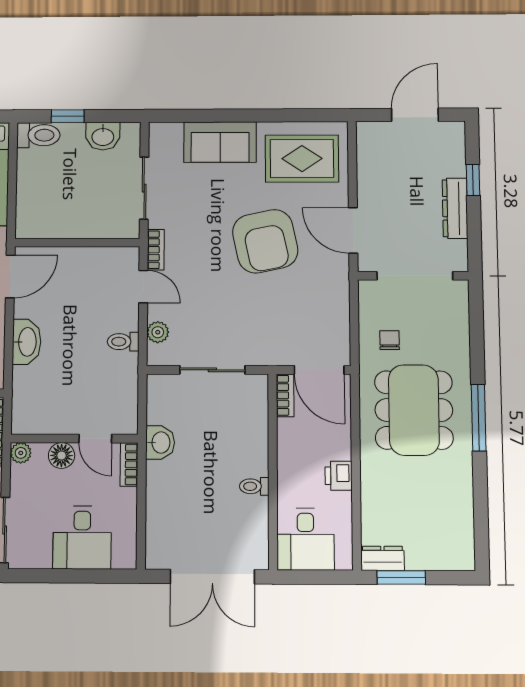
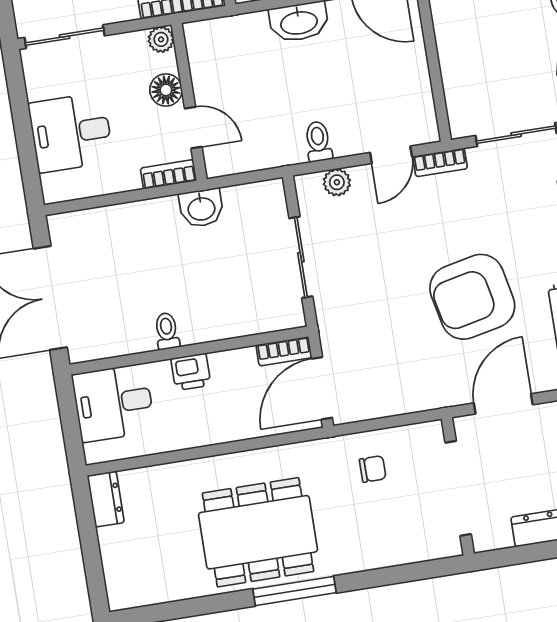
dining table: (414, 410) -> (258, 532), moved
door: (95, 439) -> (193, 128), swing flipped
printer: (339, 476) -> (191, 372), moved, turned 180
window: (401, 577) -> (87, 525), removed

